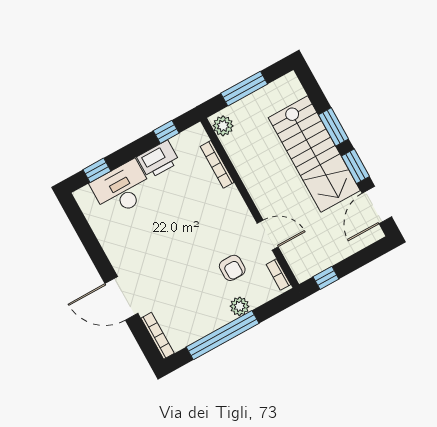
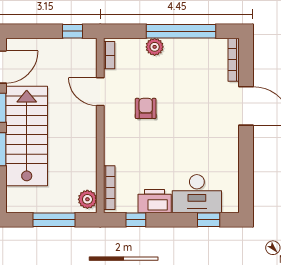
bookcase: (217, 164) -> (109, 188), moved
armchair: (232, 268) -> (146, 108), moved

